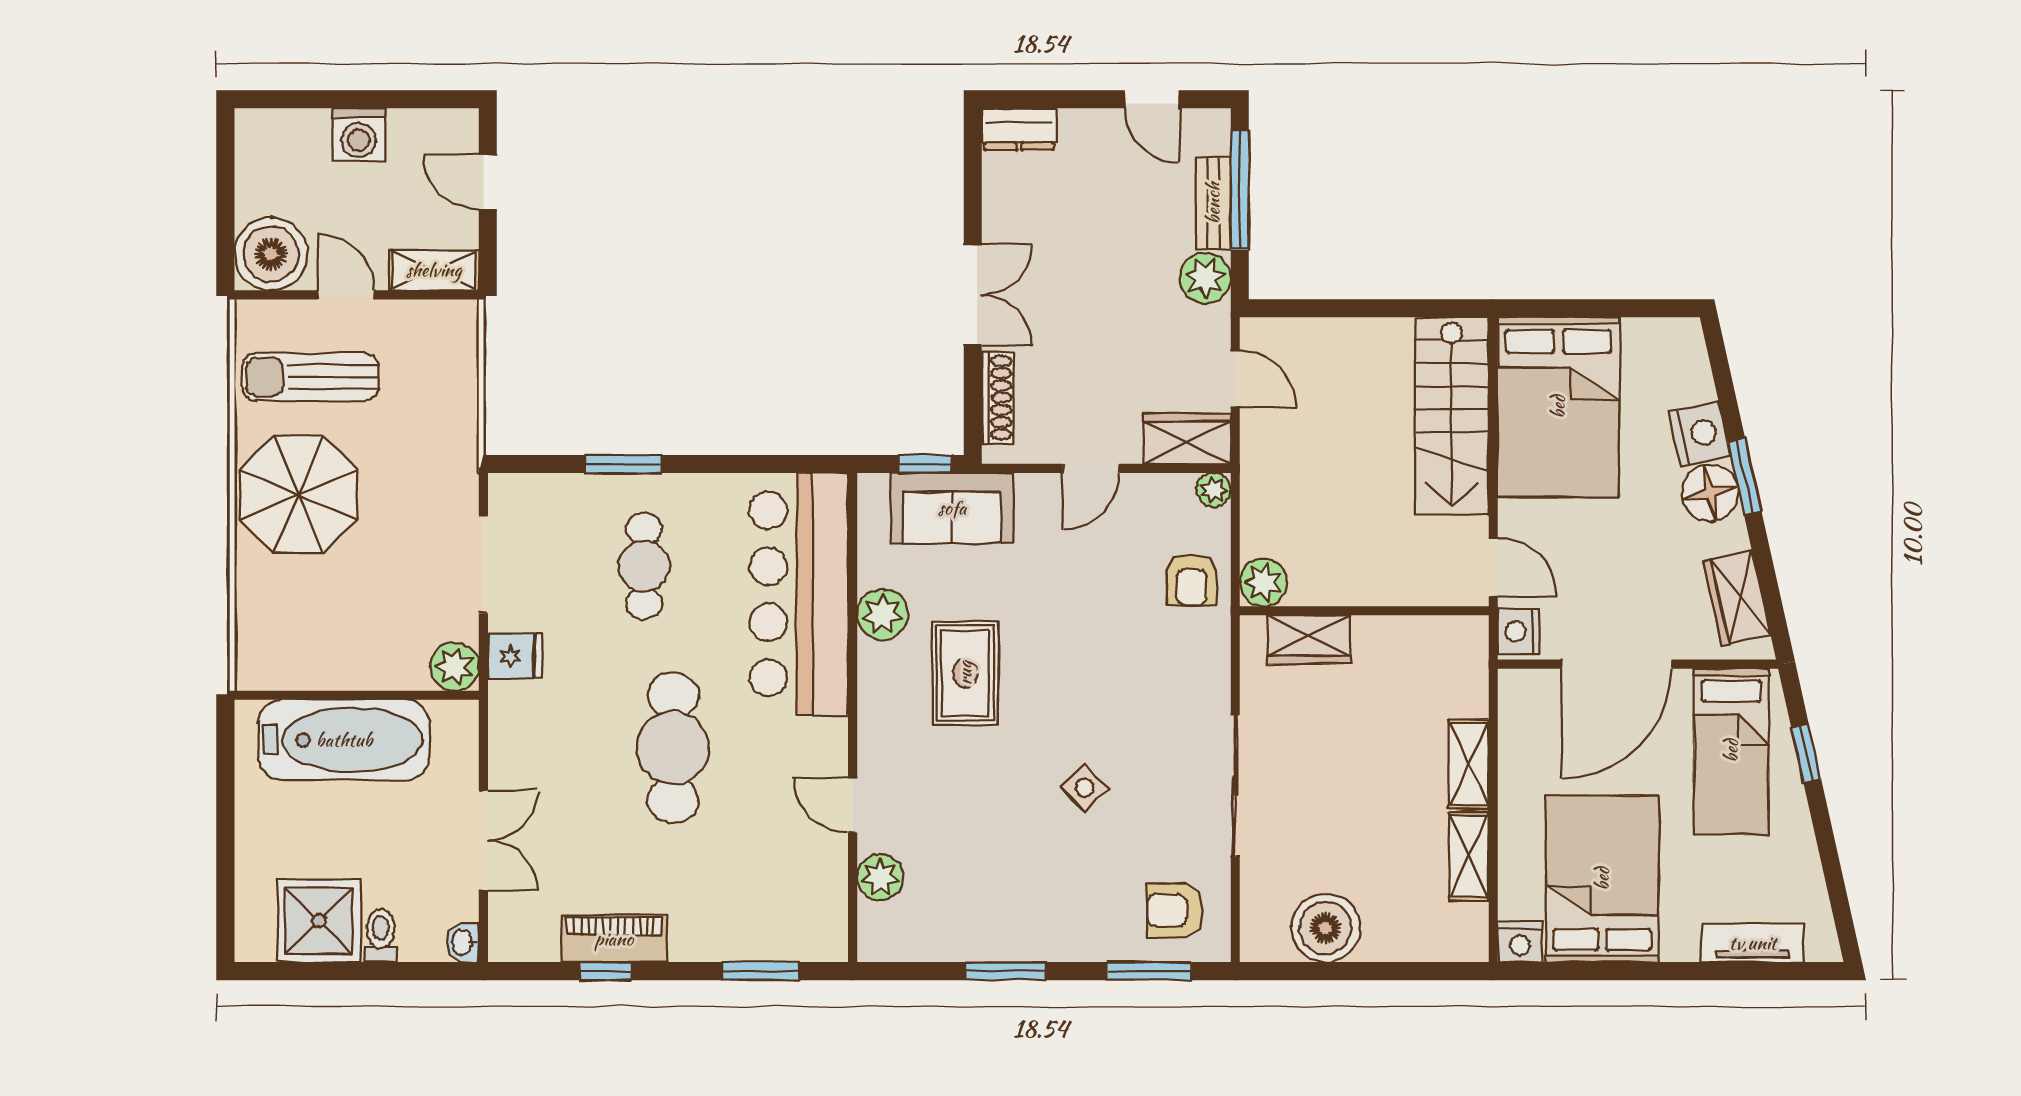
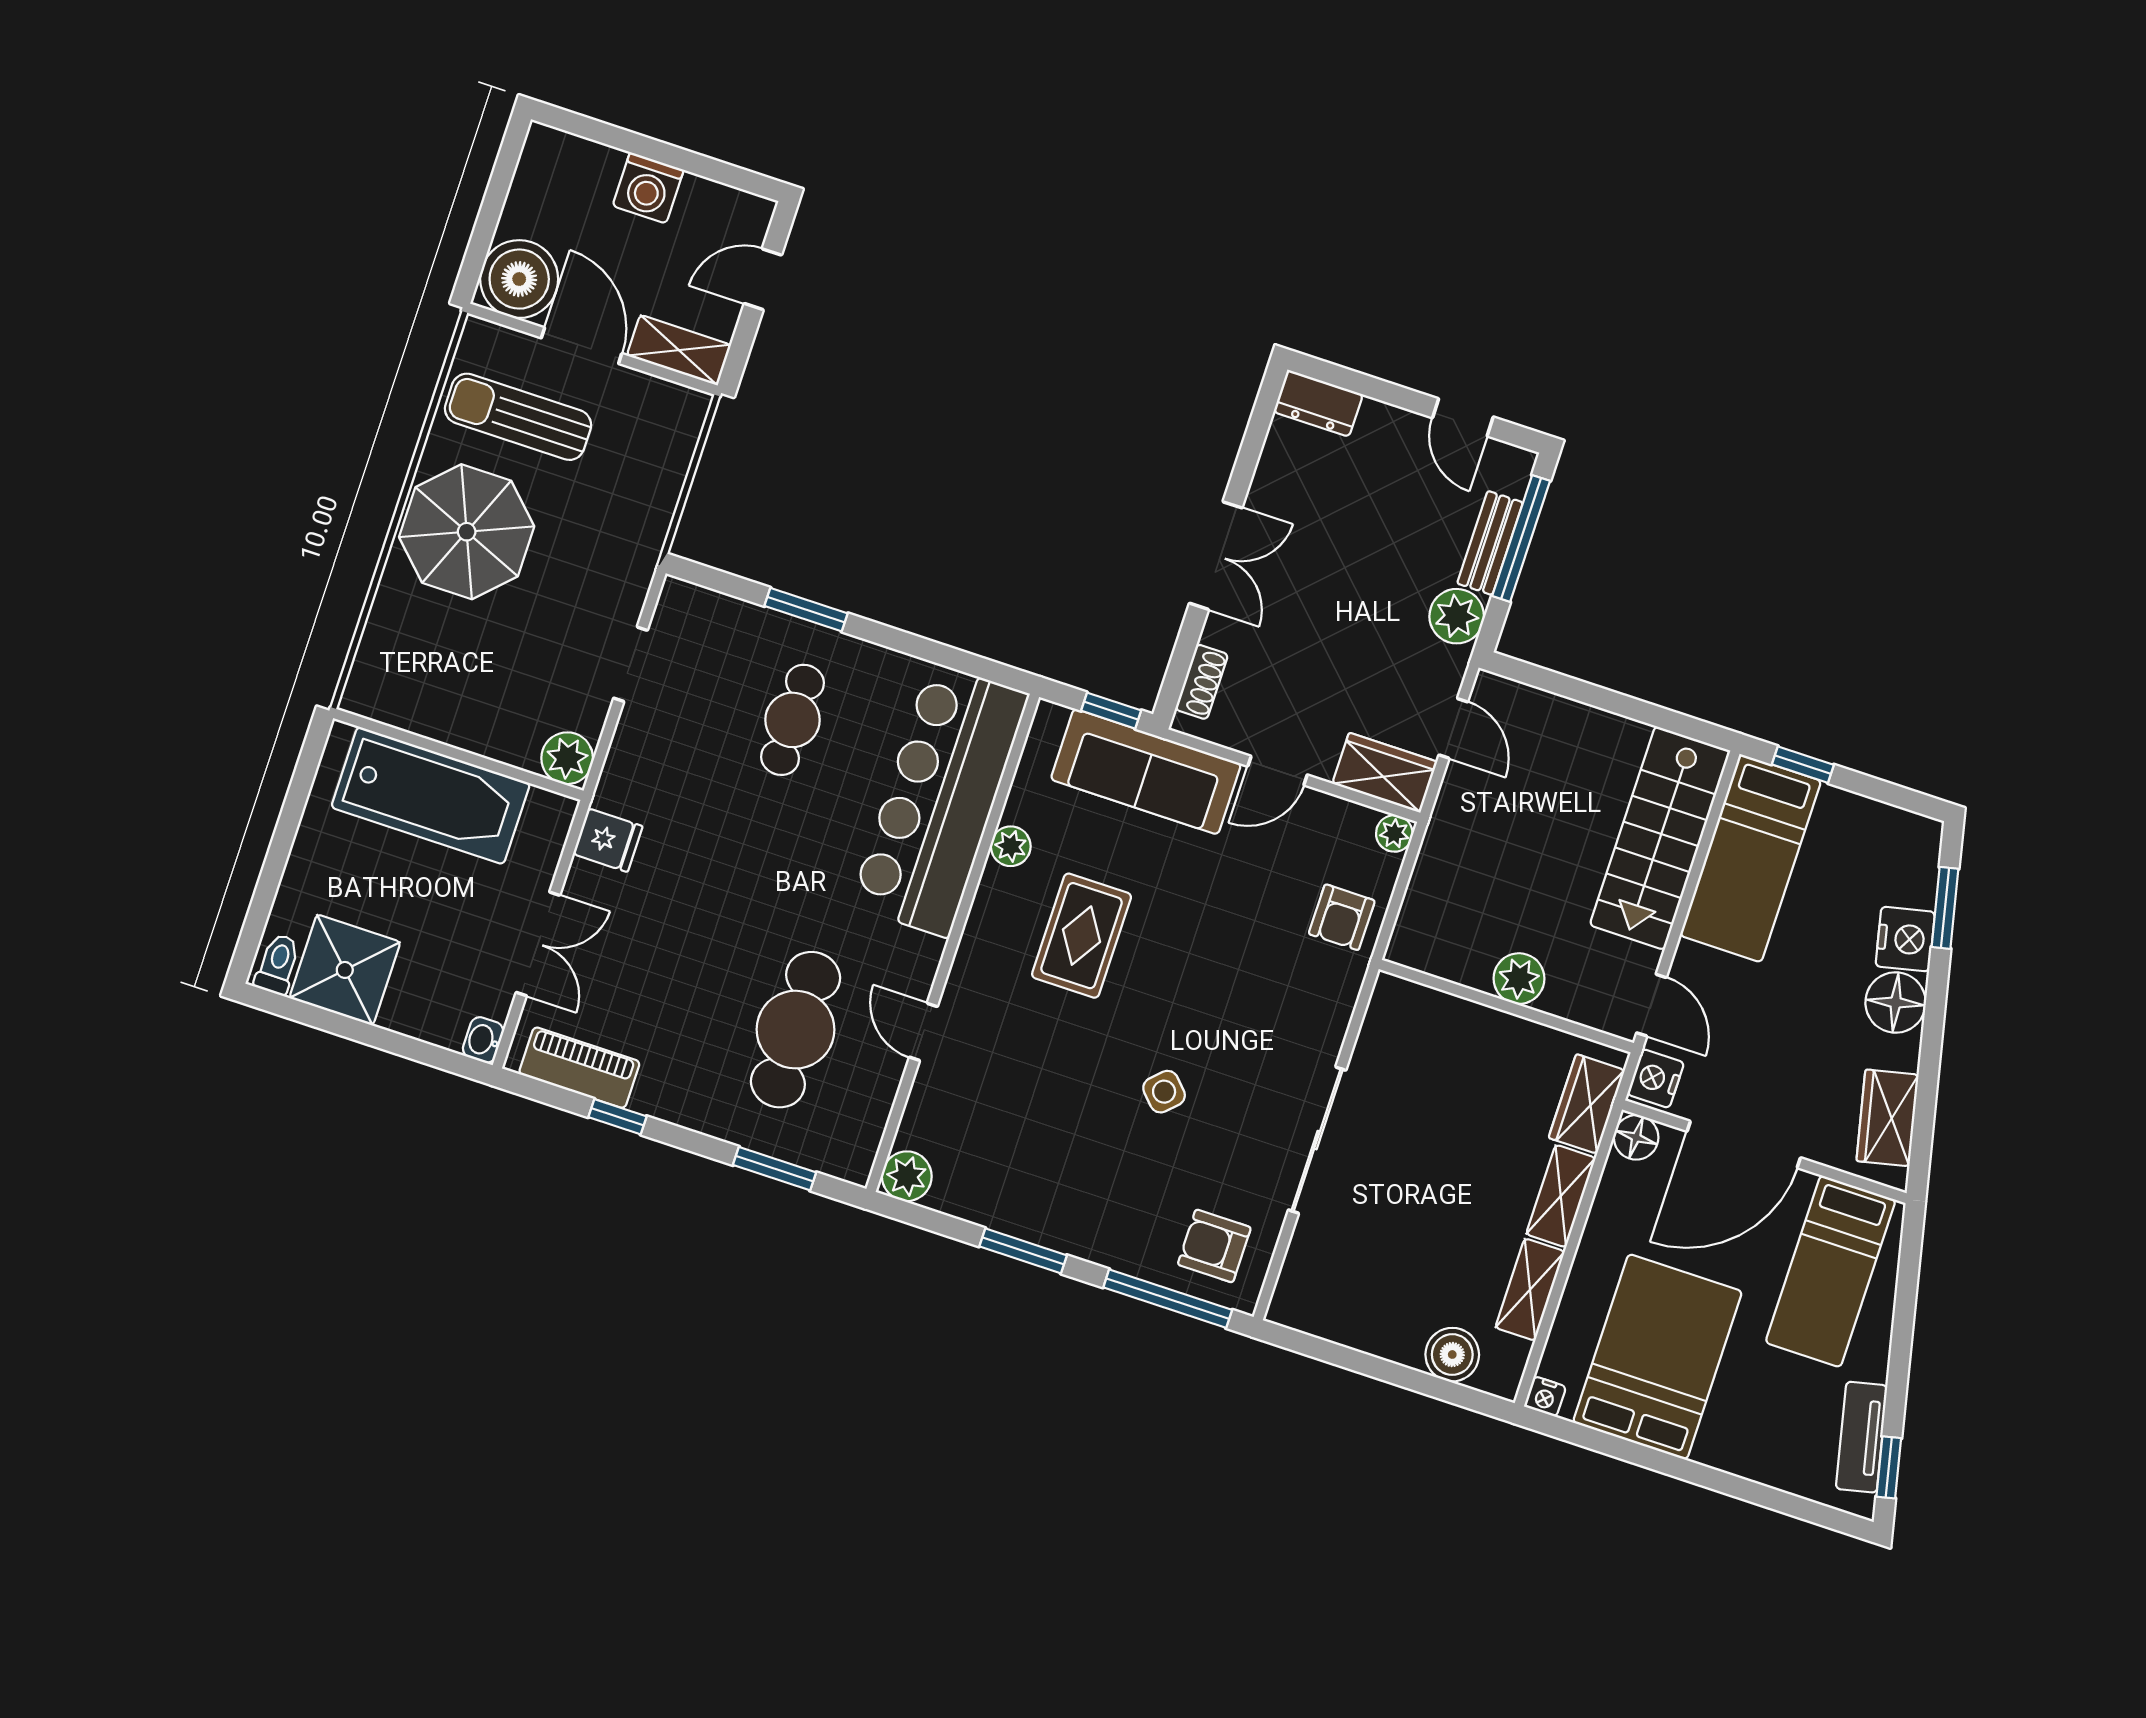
door: (488, 182) -> (763, 279), hinge flipped
door: (346, 295) -> (582, 346), width x1.38
window: (1557, 308) -> (1803, 765), added
shoe rack: (997, 398) -> (1202, 682), width x0.70
bed: (1558, 407) -> (1750, 858), width x0.67
window: (1744, 476) -> (1945, 908), moved
sofa: (952, 508) -> (1146, 772), width x1.36
doorway: (483, 564) -> (630, 664), width x0.73
plant: (1263, 583) -> (1519, 979), moved
plant: (883, 614) -> (1011, 846), width x0.73, depth x0.73
wardrobe: (1309, 639) -> (1587, 1104), moved, turned 90
fridge: (515, 656) -> (608, 840), moved
floor lamp: (1519, 689) -> (1636, 1137), added
cafe table: (673, 748) -> (795, 1030), moved
window: (1806, 754) -> (1889, 1467), moved
plant: (880, 877) -> (907, 1176), moved
boiler: (1326, 928) -> (1452, 1355), moved, width x0.73, depth x0.73
toilet: (381, 935) -> (278, 964), moved
piano: (614, 939) -> (579, 1068), moved
nightstand: (1520, 942) -> (1545, 1397), width x0.72, depth x0.74
tv unit: (1753, 943) -> (1862, 1437), moved, turned -103
window: (1149, 971) -> (1168, 1299), width x1.44

